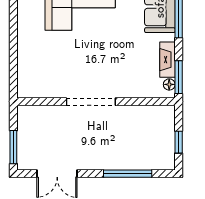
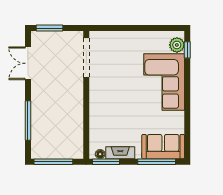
doorway: (91, 102) -> (86, 57), moved
window: (179, 142) -> (53, 162), width x2.17

